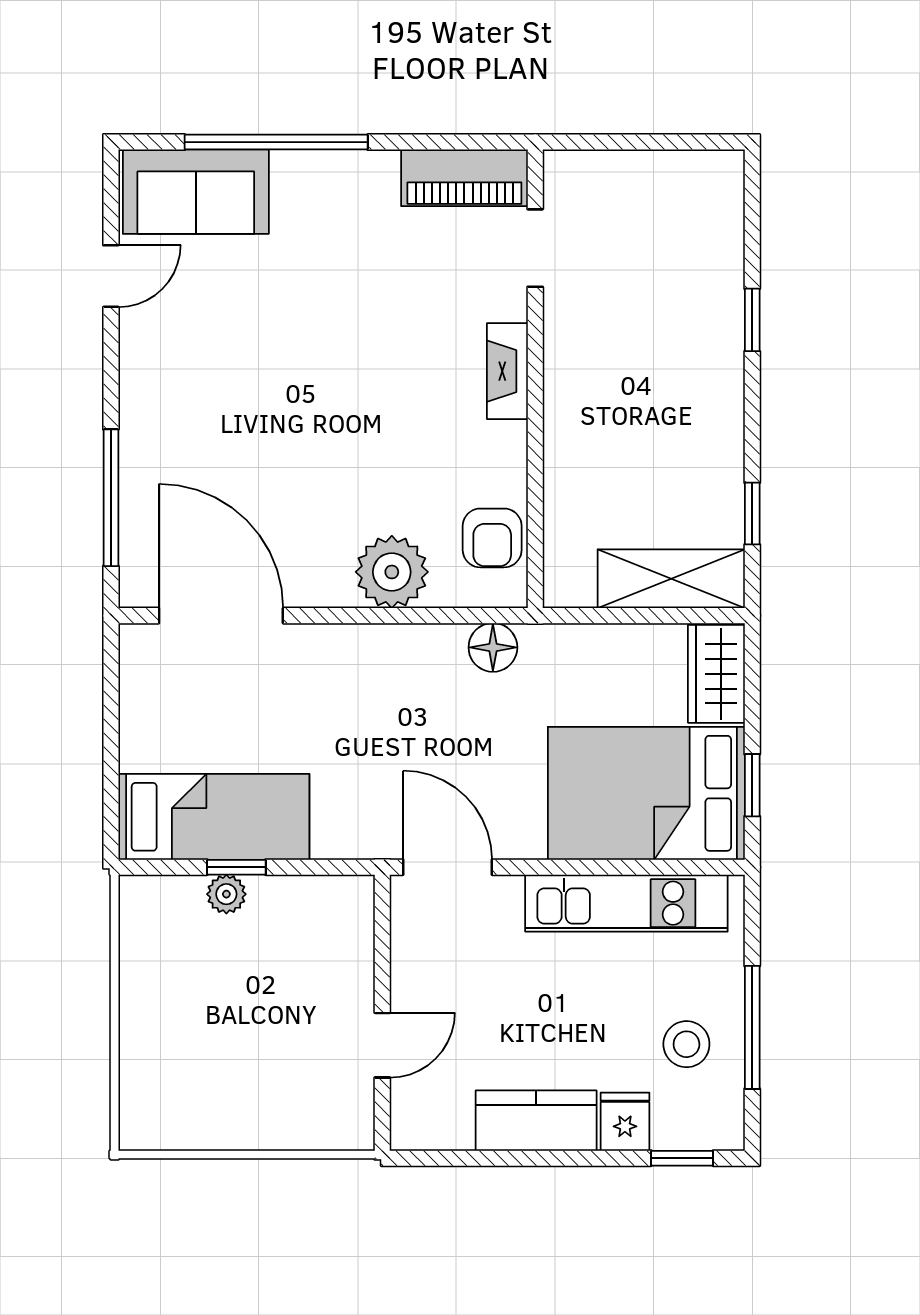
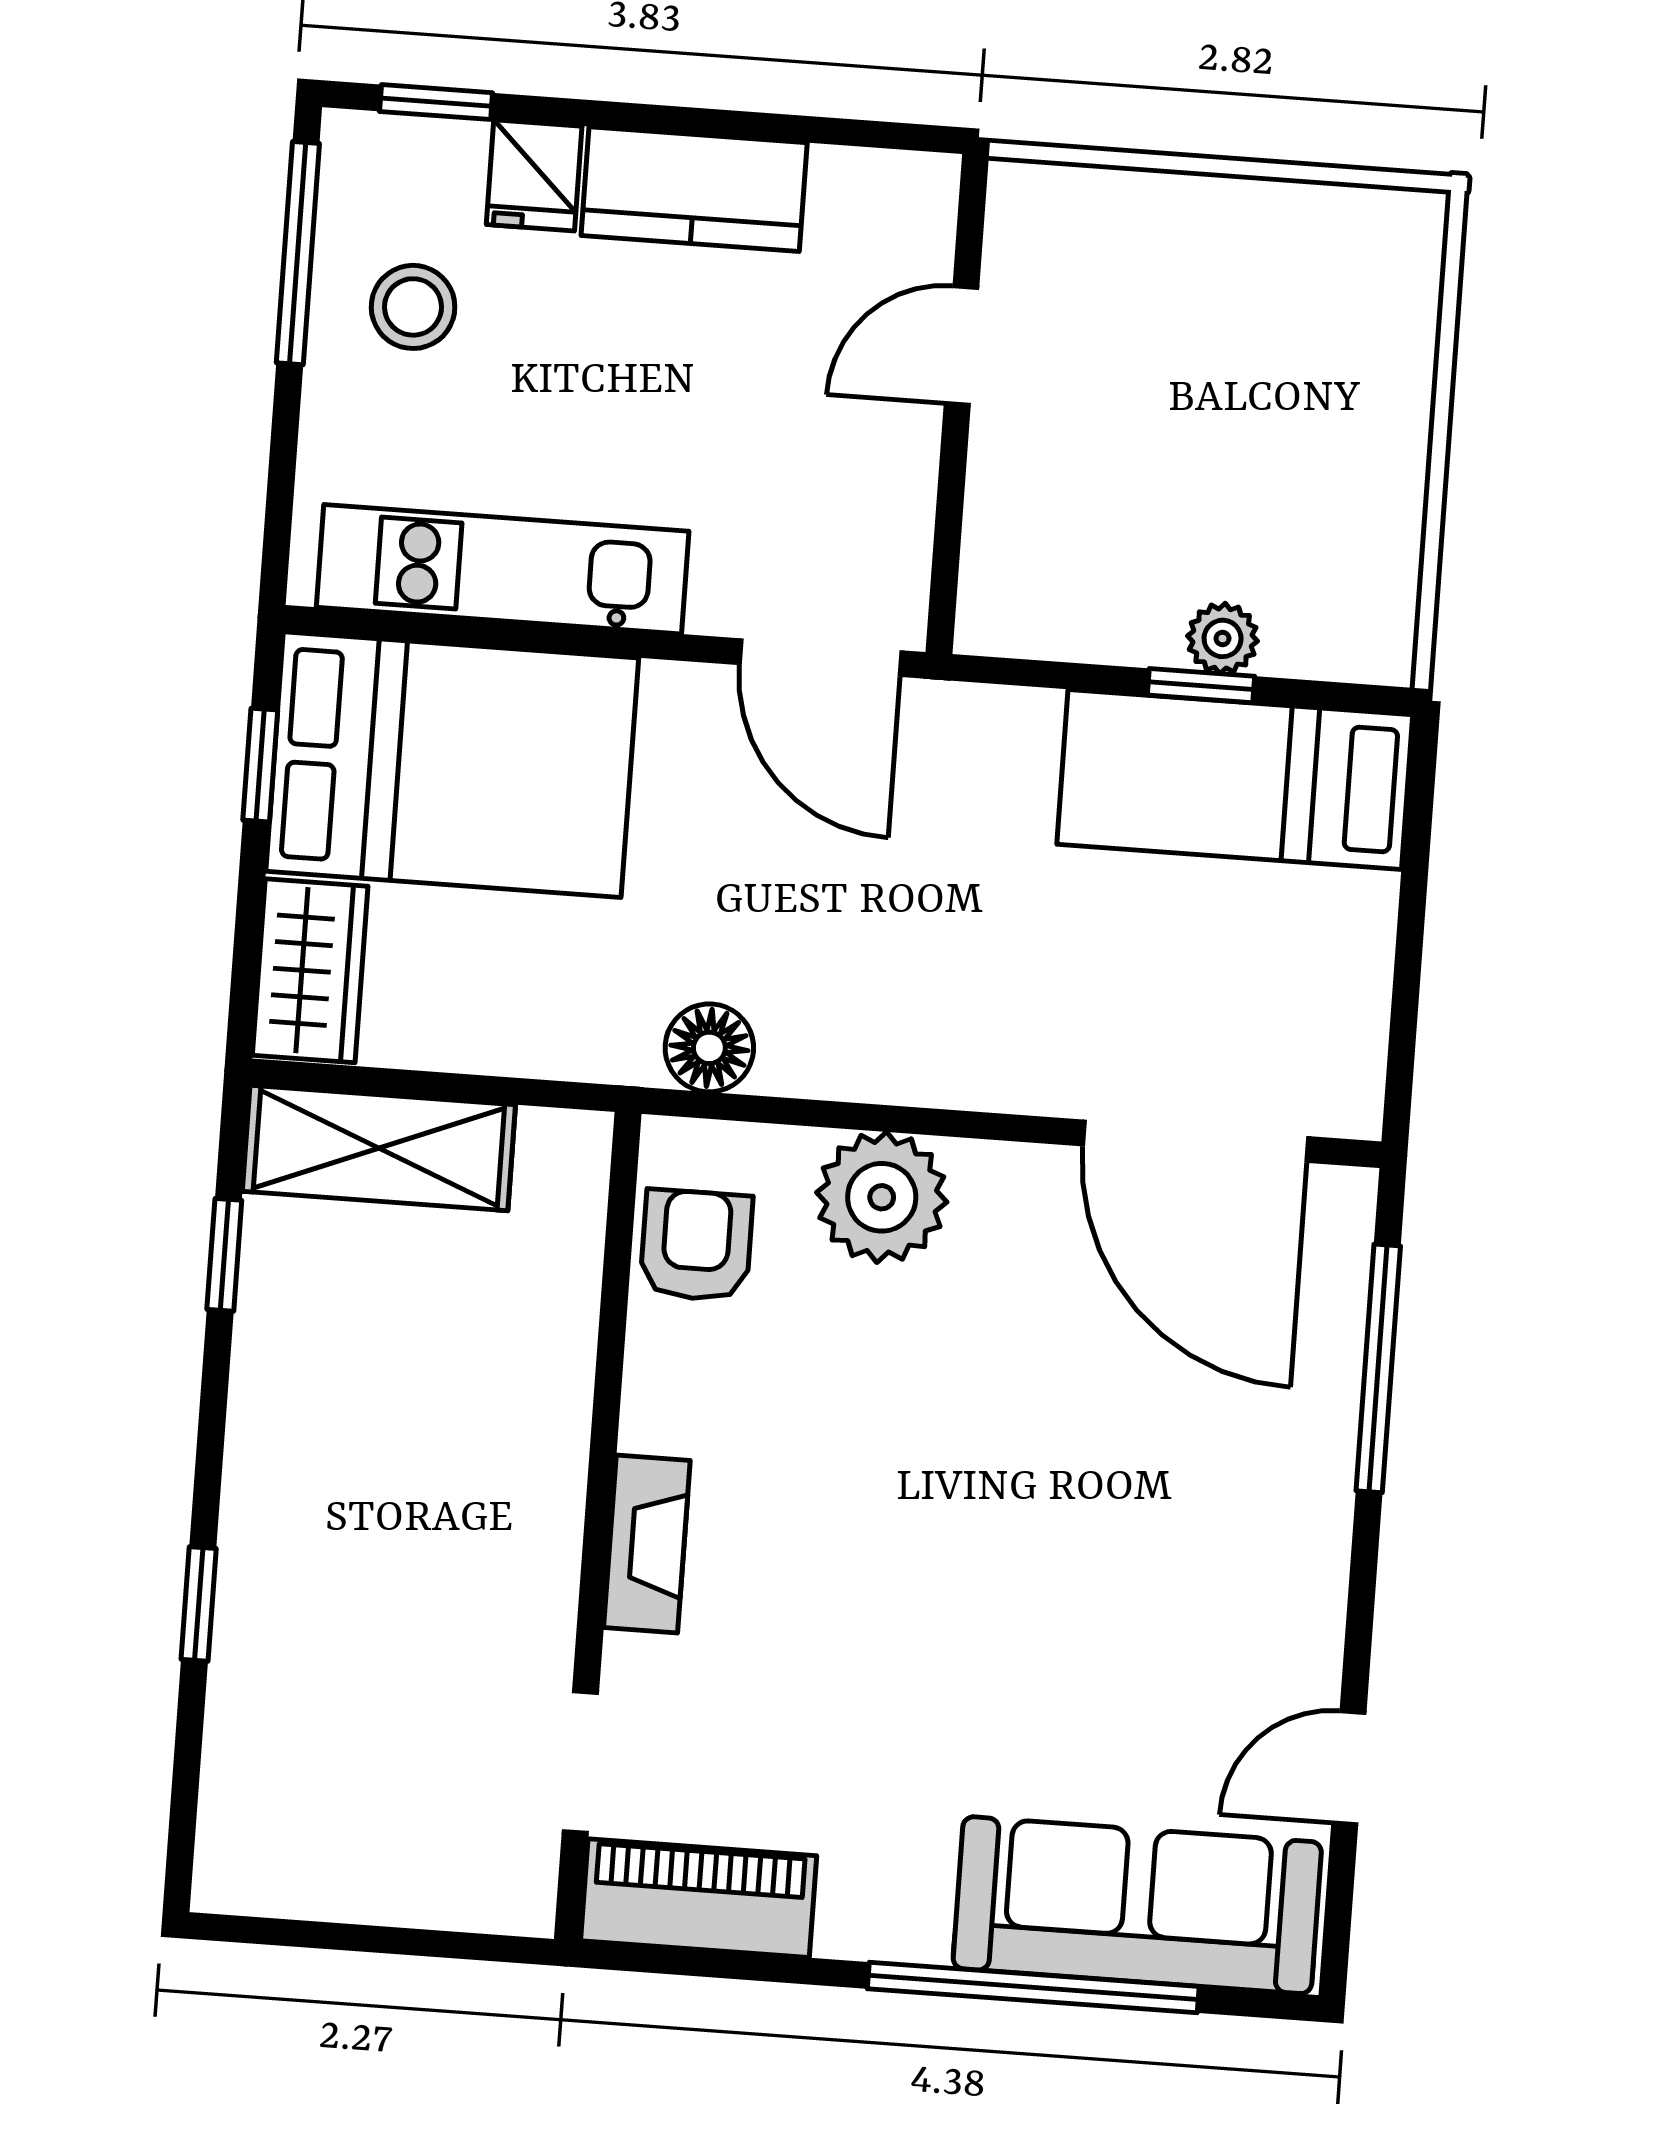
sofa: (196, 192) -> (1137, 1905), width x1.36
window: (752, 1027) -> (298, 253), moved

